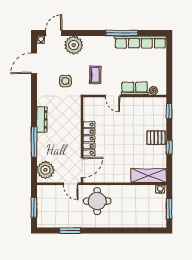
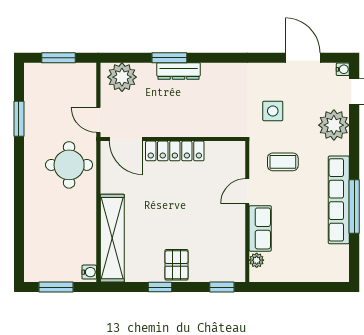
row of seats: (140, 42) -> (339, 200), moved
dresser: (42, 120) -> (179, 71), moved
window: (34, 142) -> (169, 58), width x0.69
shelving: (149, 176) -> (112, 238), width x1.47
door: (71, 184) -> (98, 120), hinge flipped

